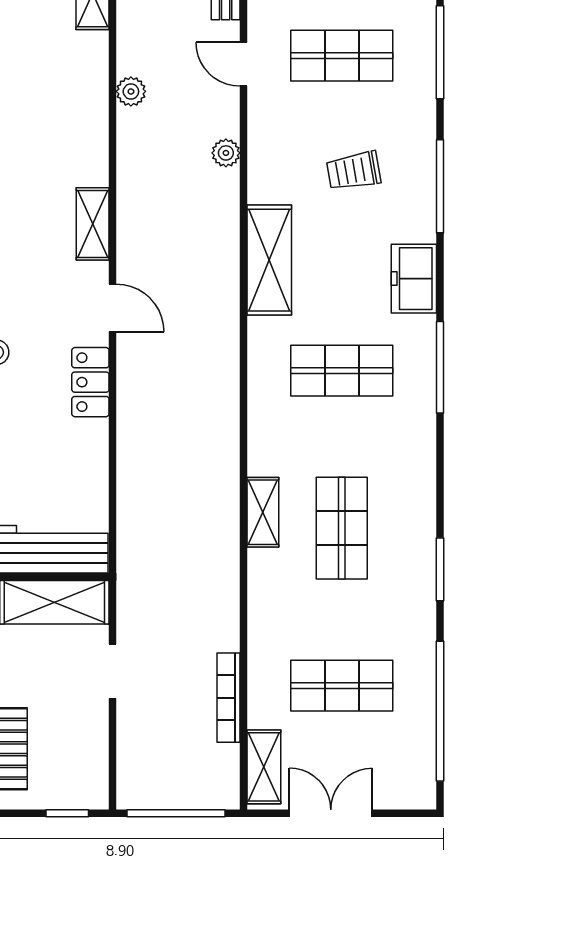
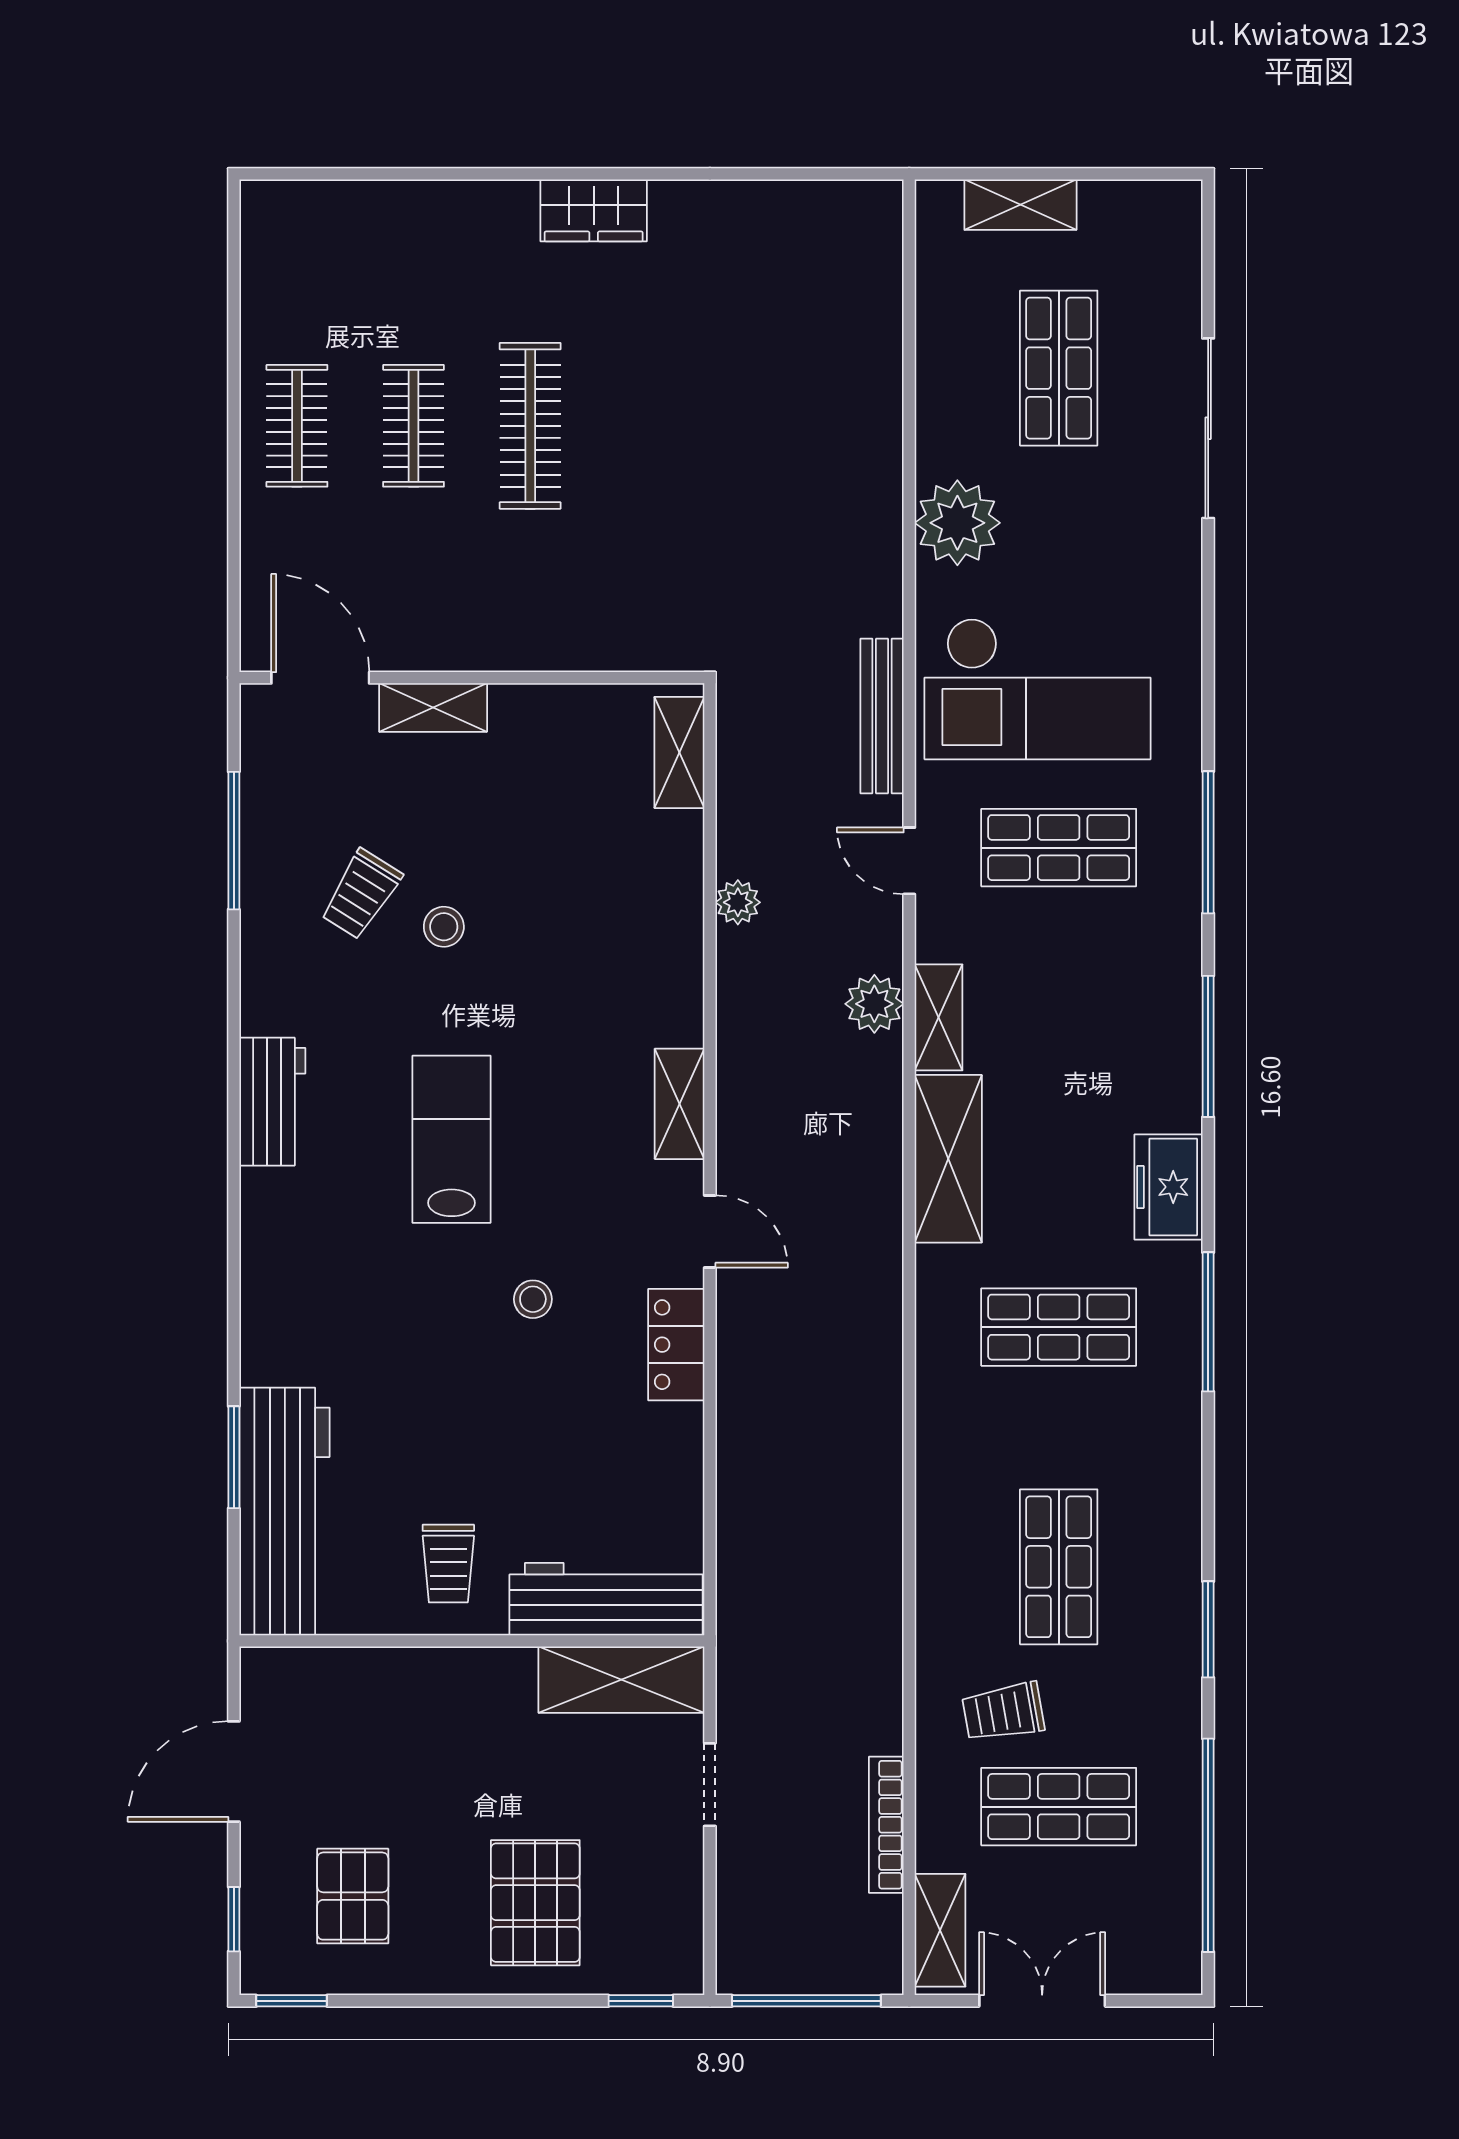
plant: (226, 153) -> (874, 1004), width x1.38, depth x1.38
trolley: (354, 171) -> (1003, 1712), moved
shelving: (263, 512) -> (939, 1017), moved

